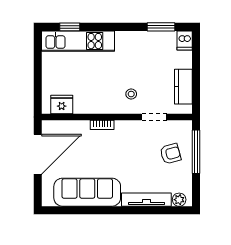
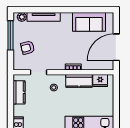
kitchen counter: (93, 104) -> (79, 81), added
window: (196, 152) -> (10, 35), moved
sofa: (87, 192) -> (89, 22), width x0.73

